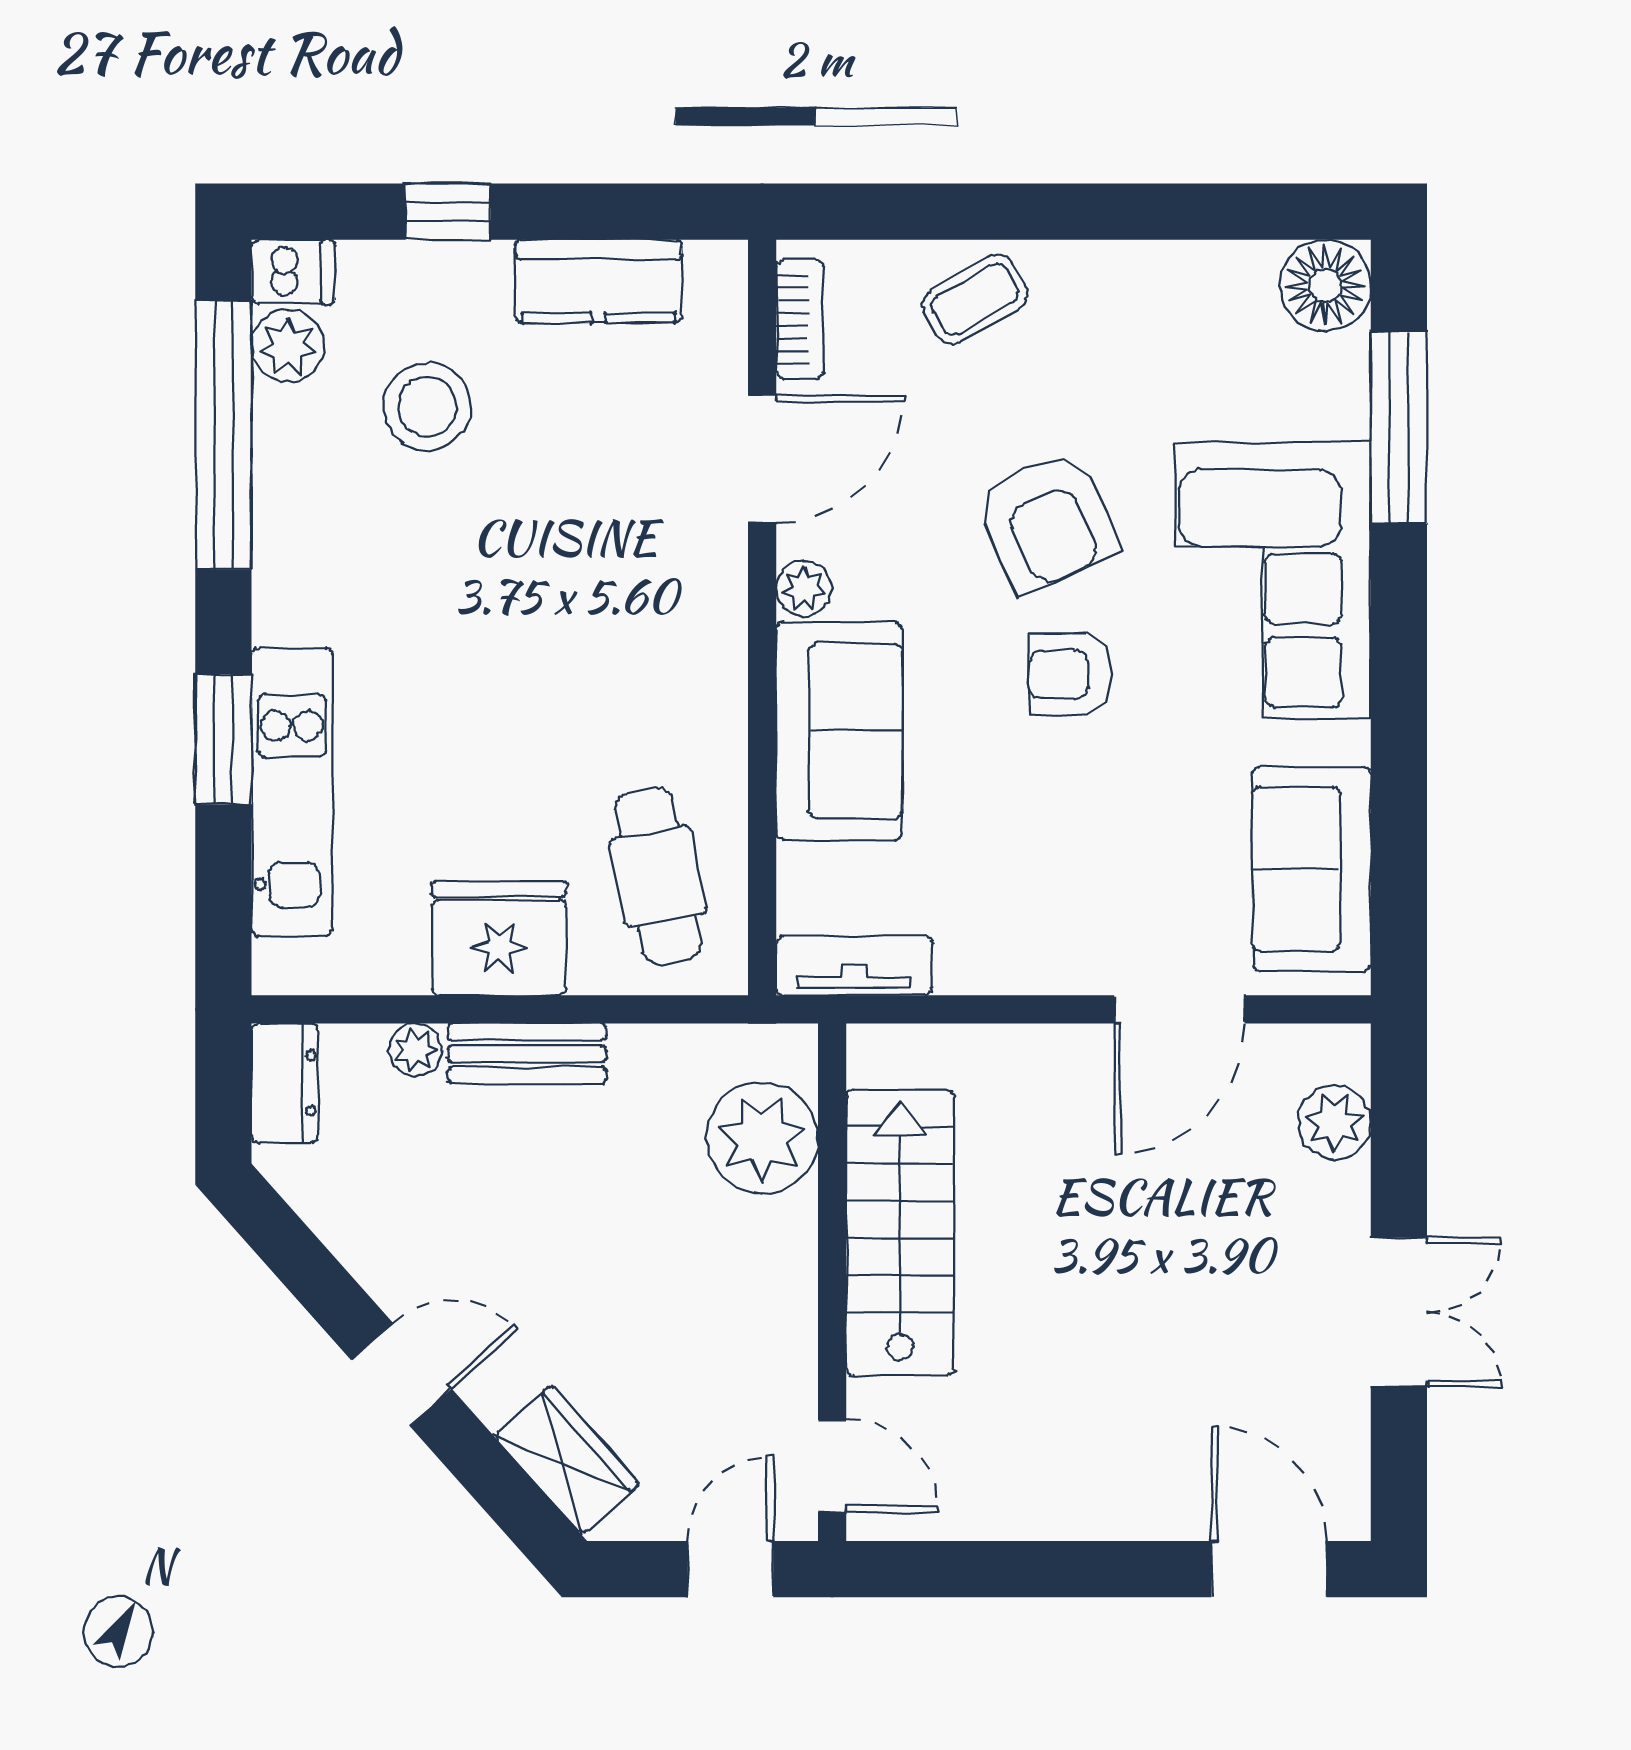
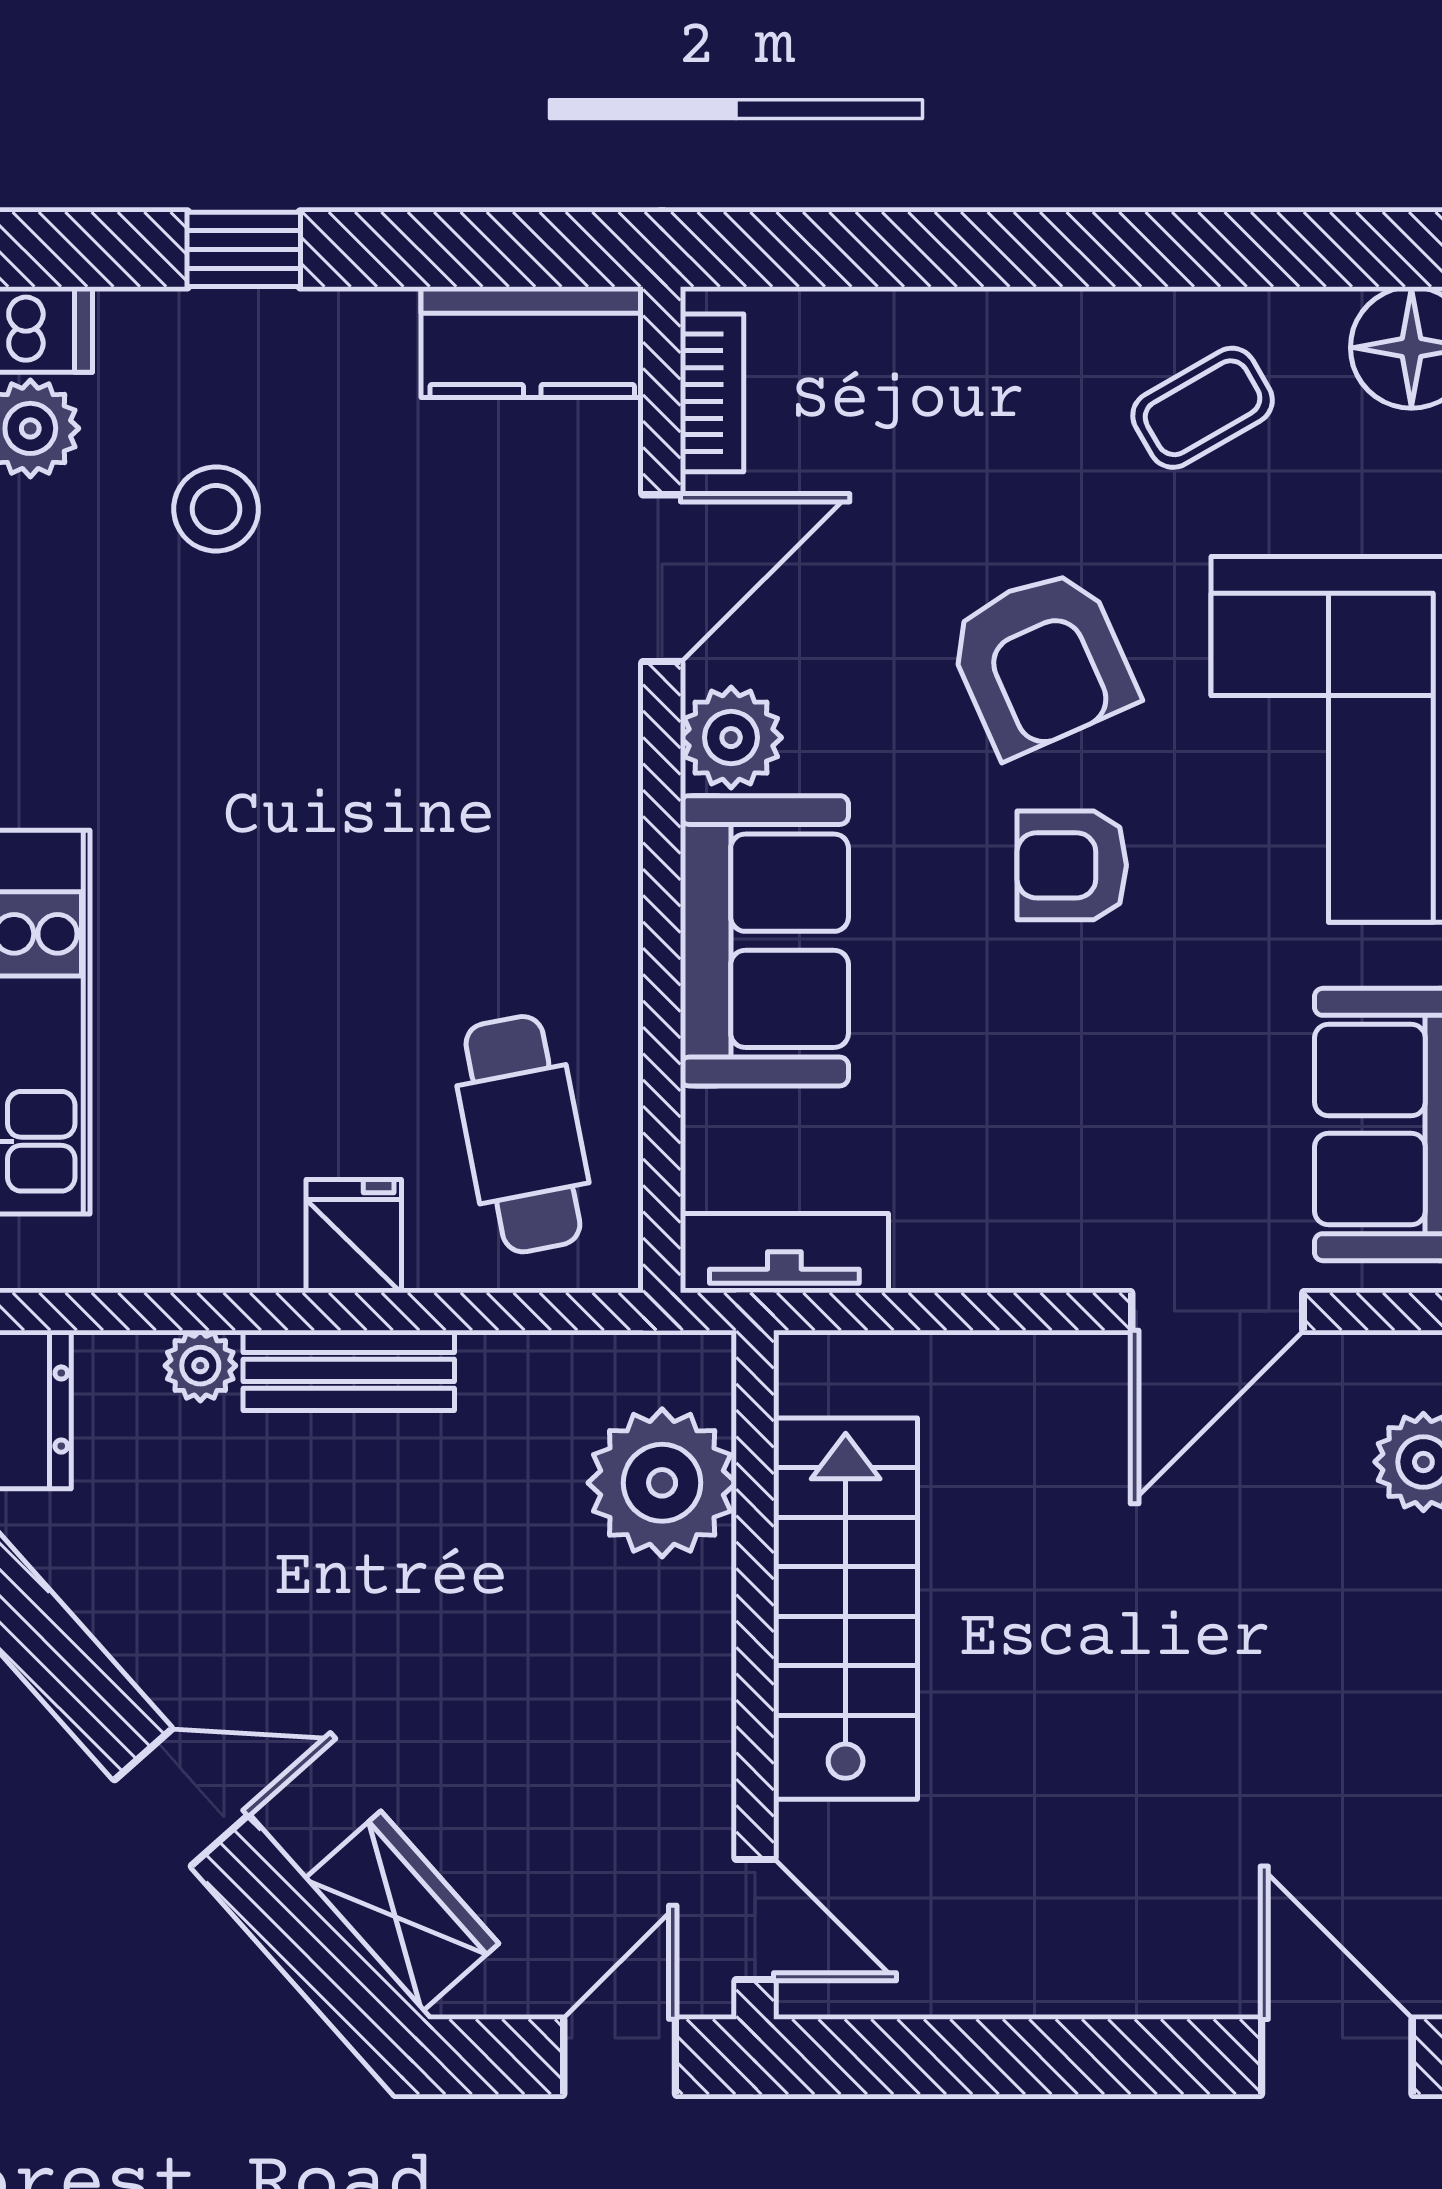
kitchen counter: (598, 281) -> (532, 342), moved
coffee table: (975, 299) -> (1203, 408), moved
stool: (427, 407) -> (216, 509), width x0.73, depth x0.73
plant: (804, 589) -> (731, 738), width x1.38, depth x1.38
fridge: (499, 938) -> (354, 1236), width x0.53, depth x0.75

